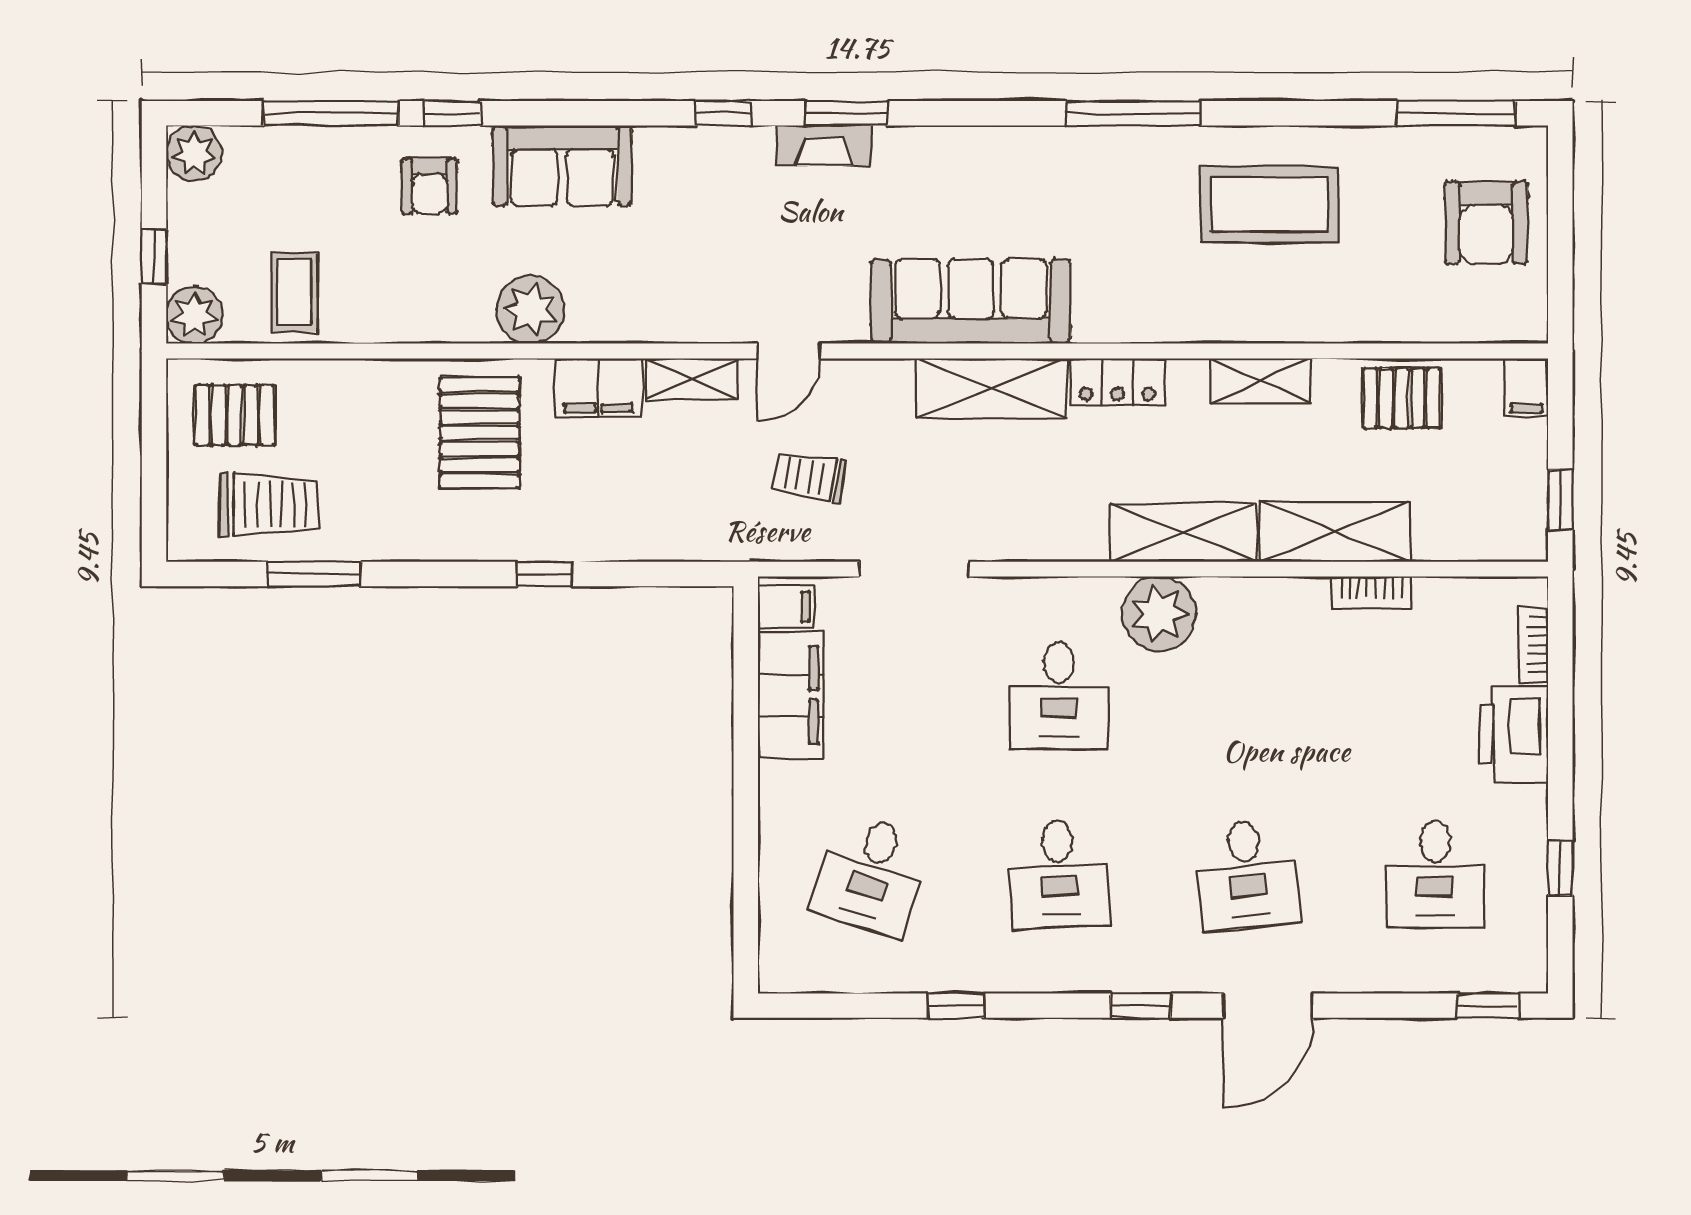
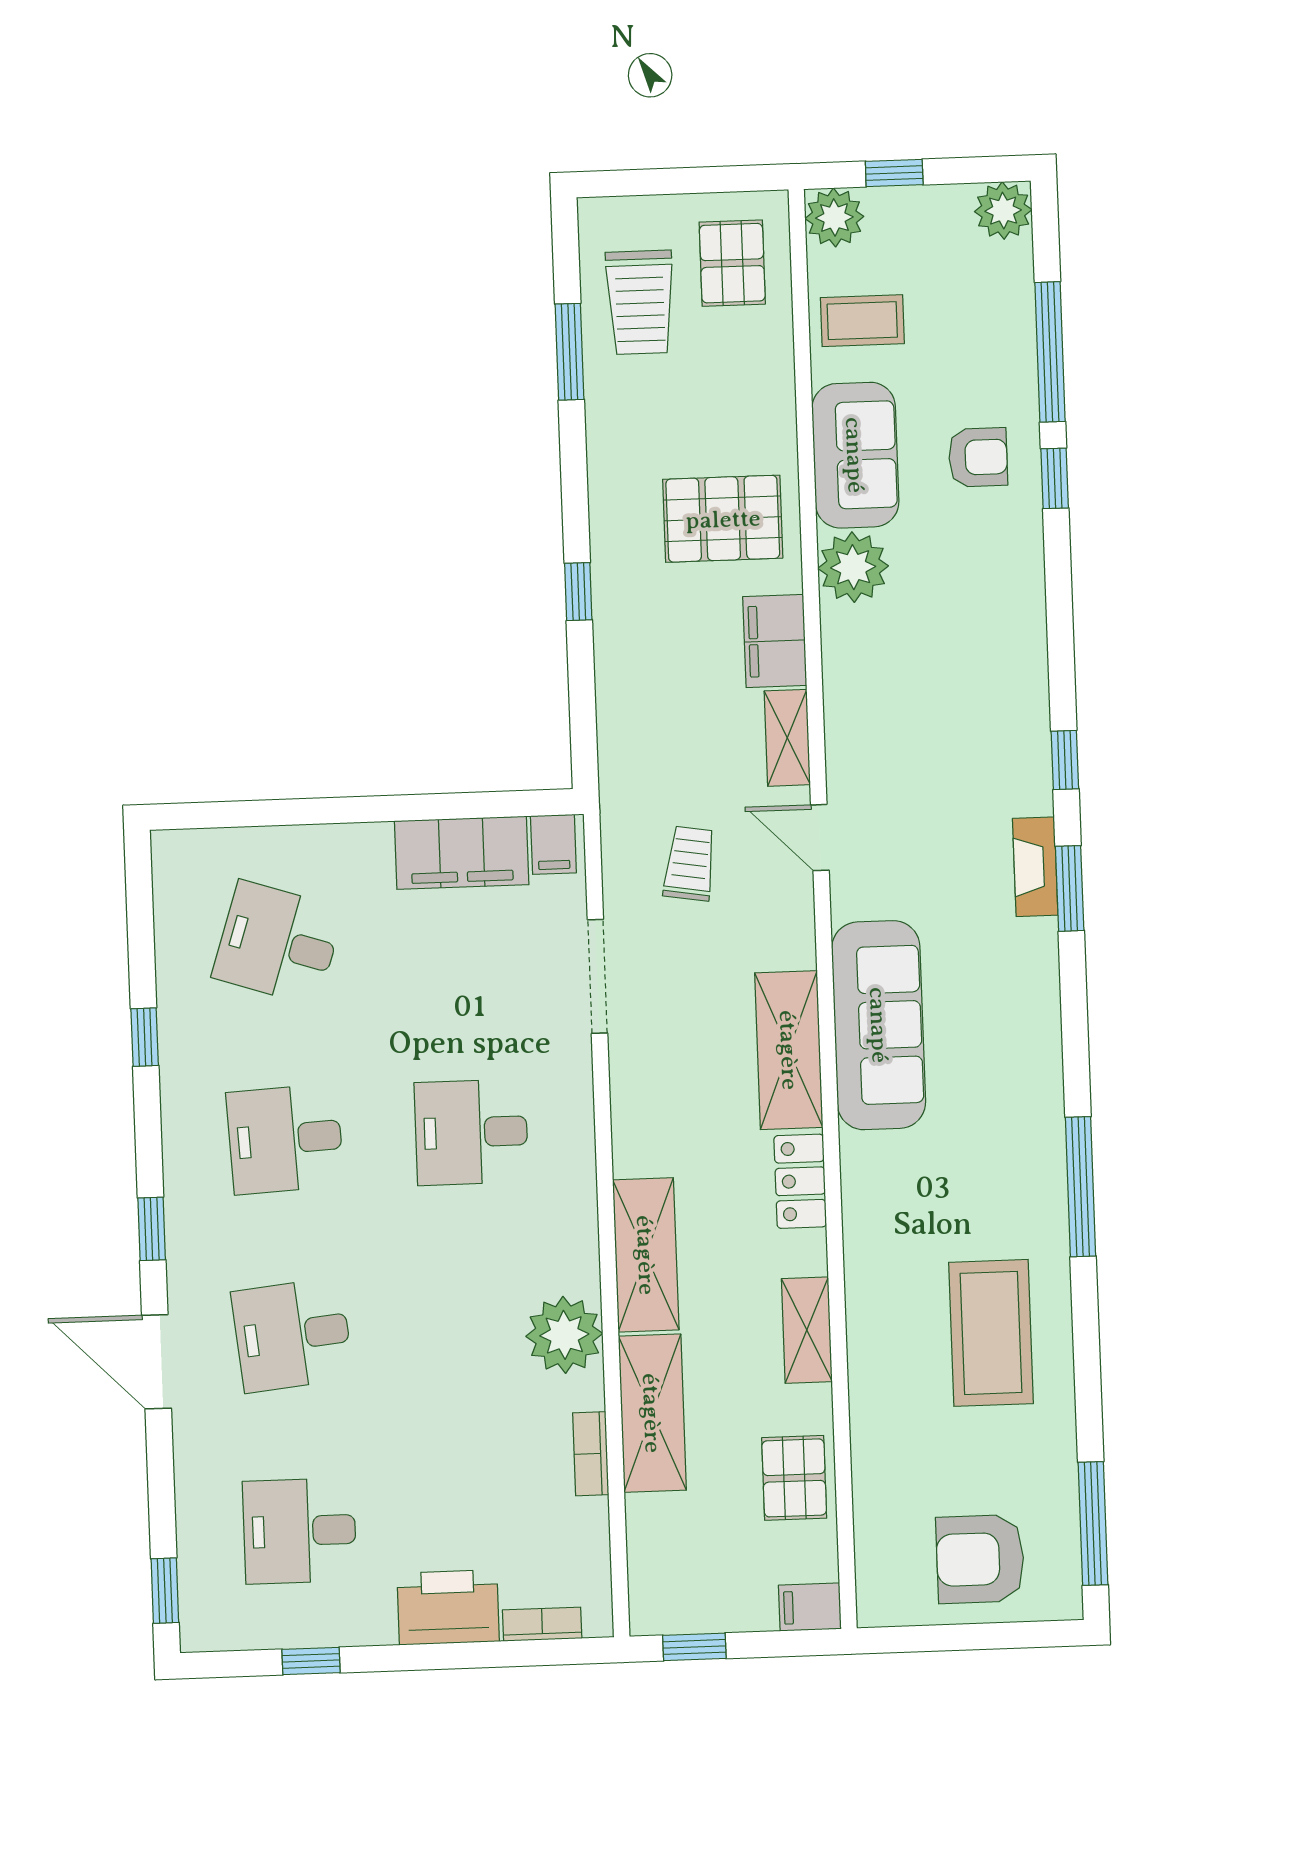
sofa: (562, 166) -> (855, 455), moved, turned 180
armchair: (430, 186) -> (978, 457), turned 180
plant: (1159, 614) -> (564, 1335), moved

